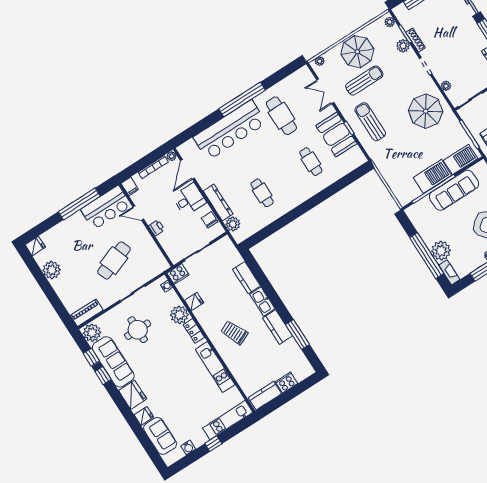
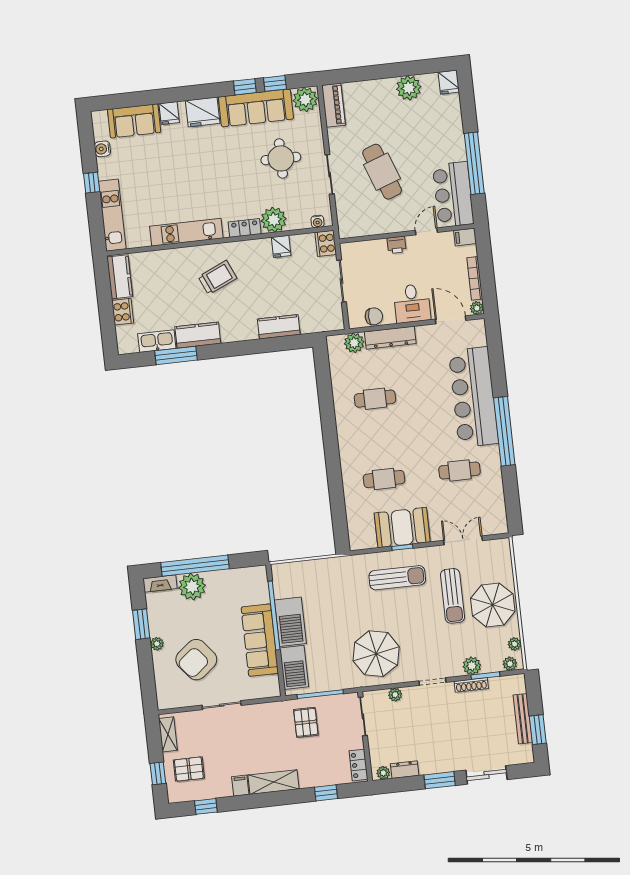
plant: (320, 61) -> (515, 644), moved
cafe table: (281, 116) -> (459, 470), width x0.73, depth x0.74
kitchen sink: (262, 301) -> (157, 341), moved

